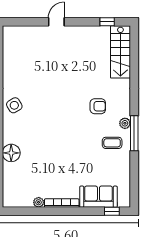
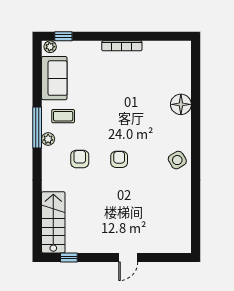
armchair: (64, 106) -> (119, 159), added
armchair: (98, 106) -> (80, 159), turned 90
sofa: (98, 197) -> (54, 78), moved, turned -90
plant: (39, 202) -> (50, 47), moved

